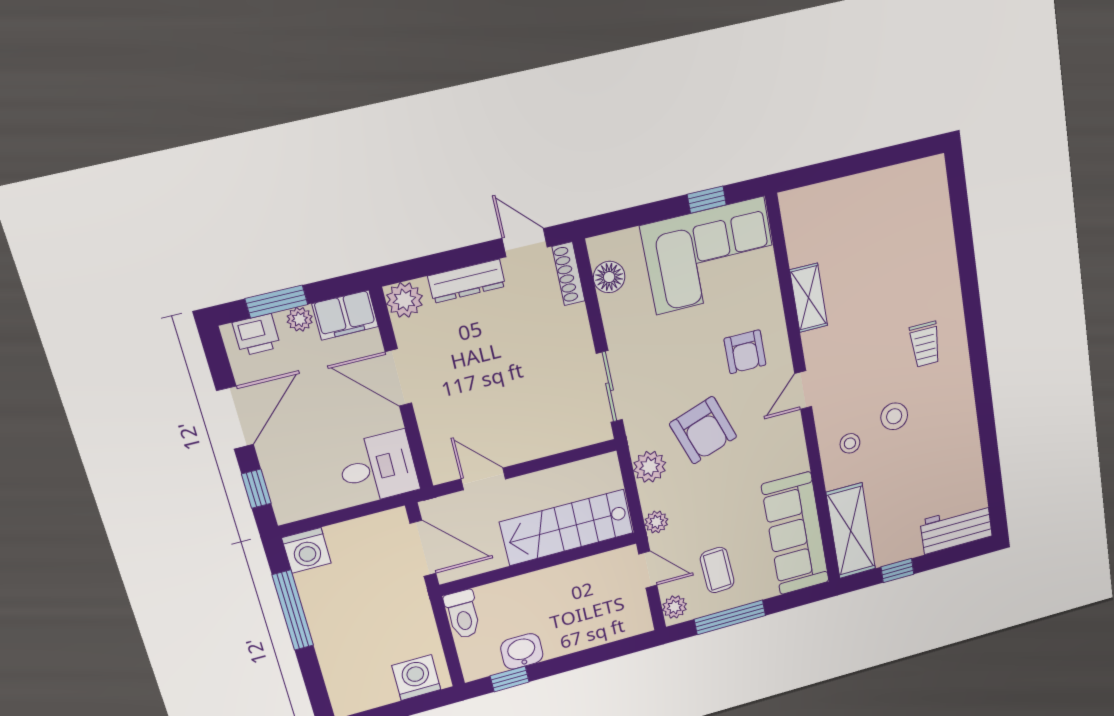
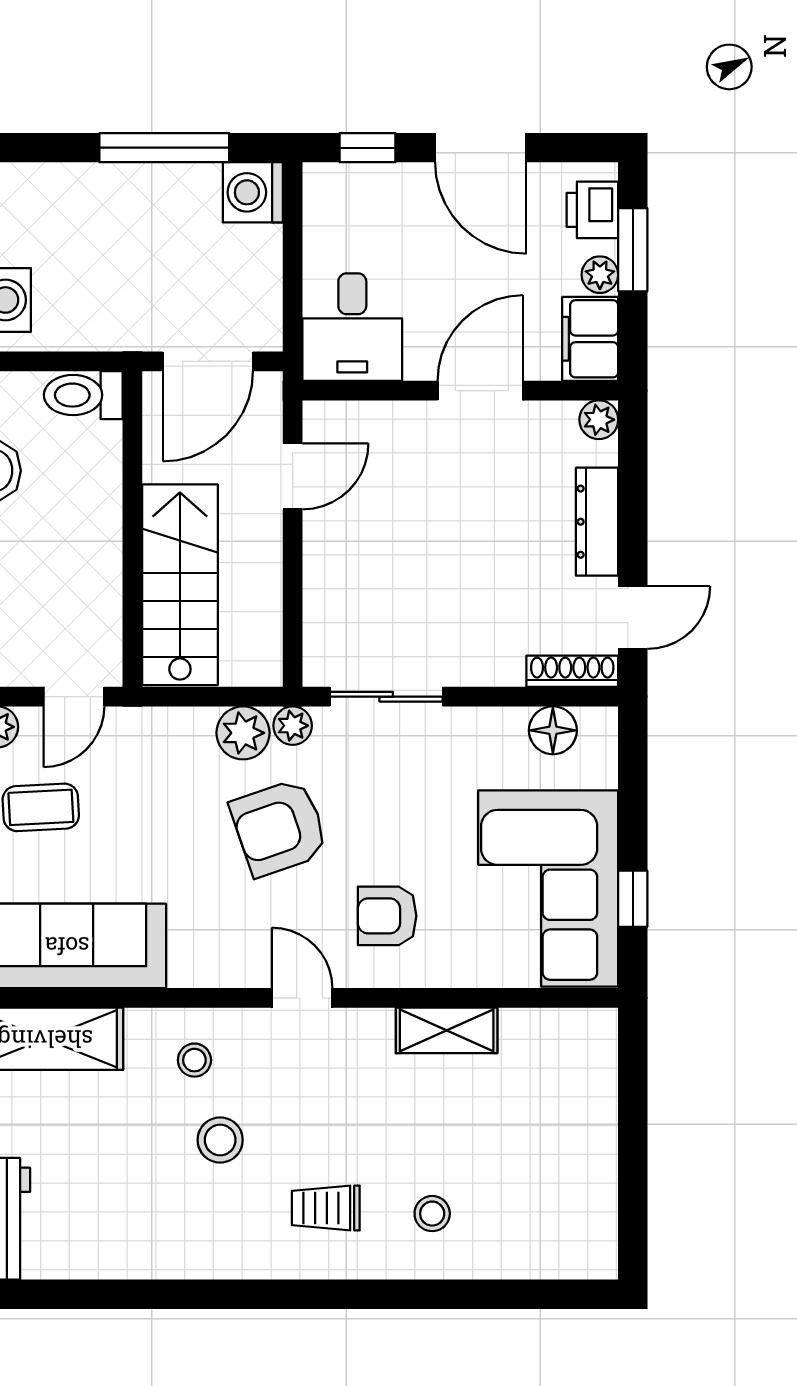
stool: (920, 279) -> (432, 1214), added
plant: (404, 300) -> (599, 420), width x0.73, depth x0.73
plant: (656, 522) -> (293, 726), moved

